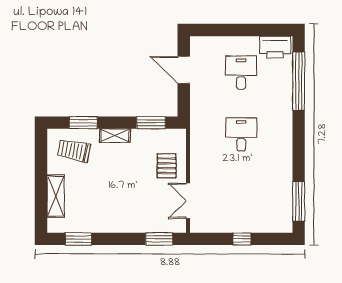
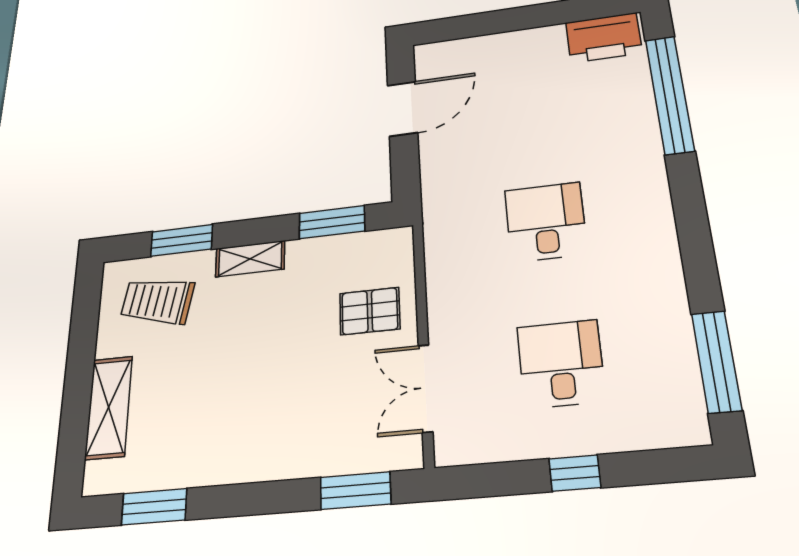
door: (184, 70) -> (402, 109), swing flipped
desk: (241, 73) -> (561, 364), moved
pallet: (167, 166) -> (370, 311), turned 90

